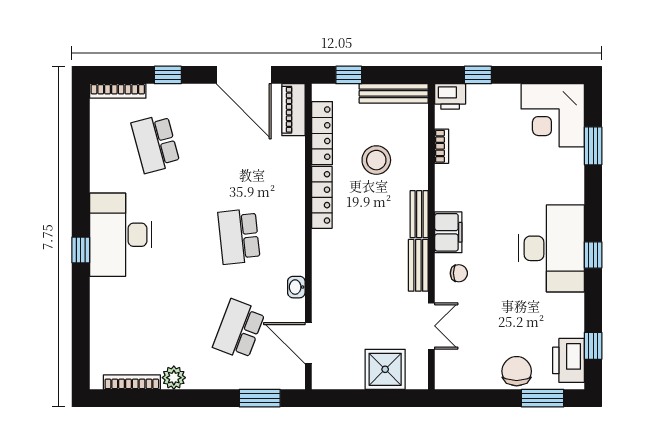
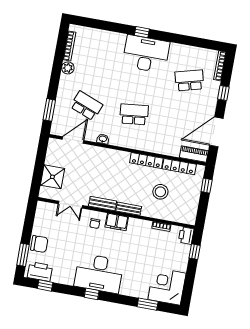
bench: (394, 93) -> (193, 207), removed

